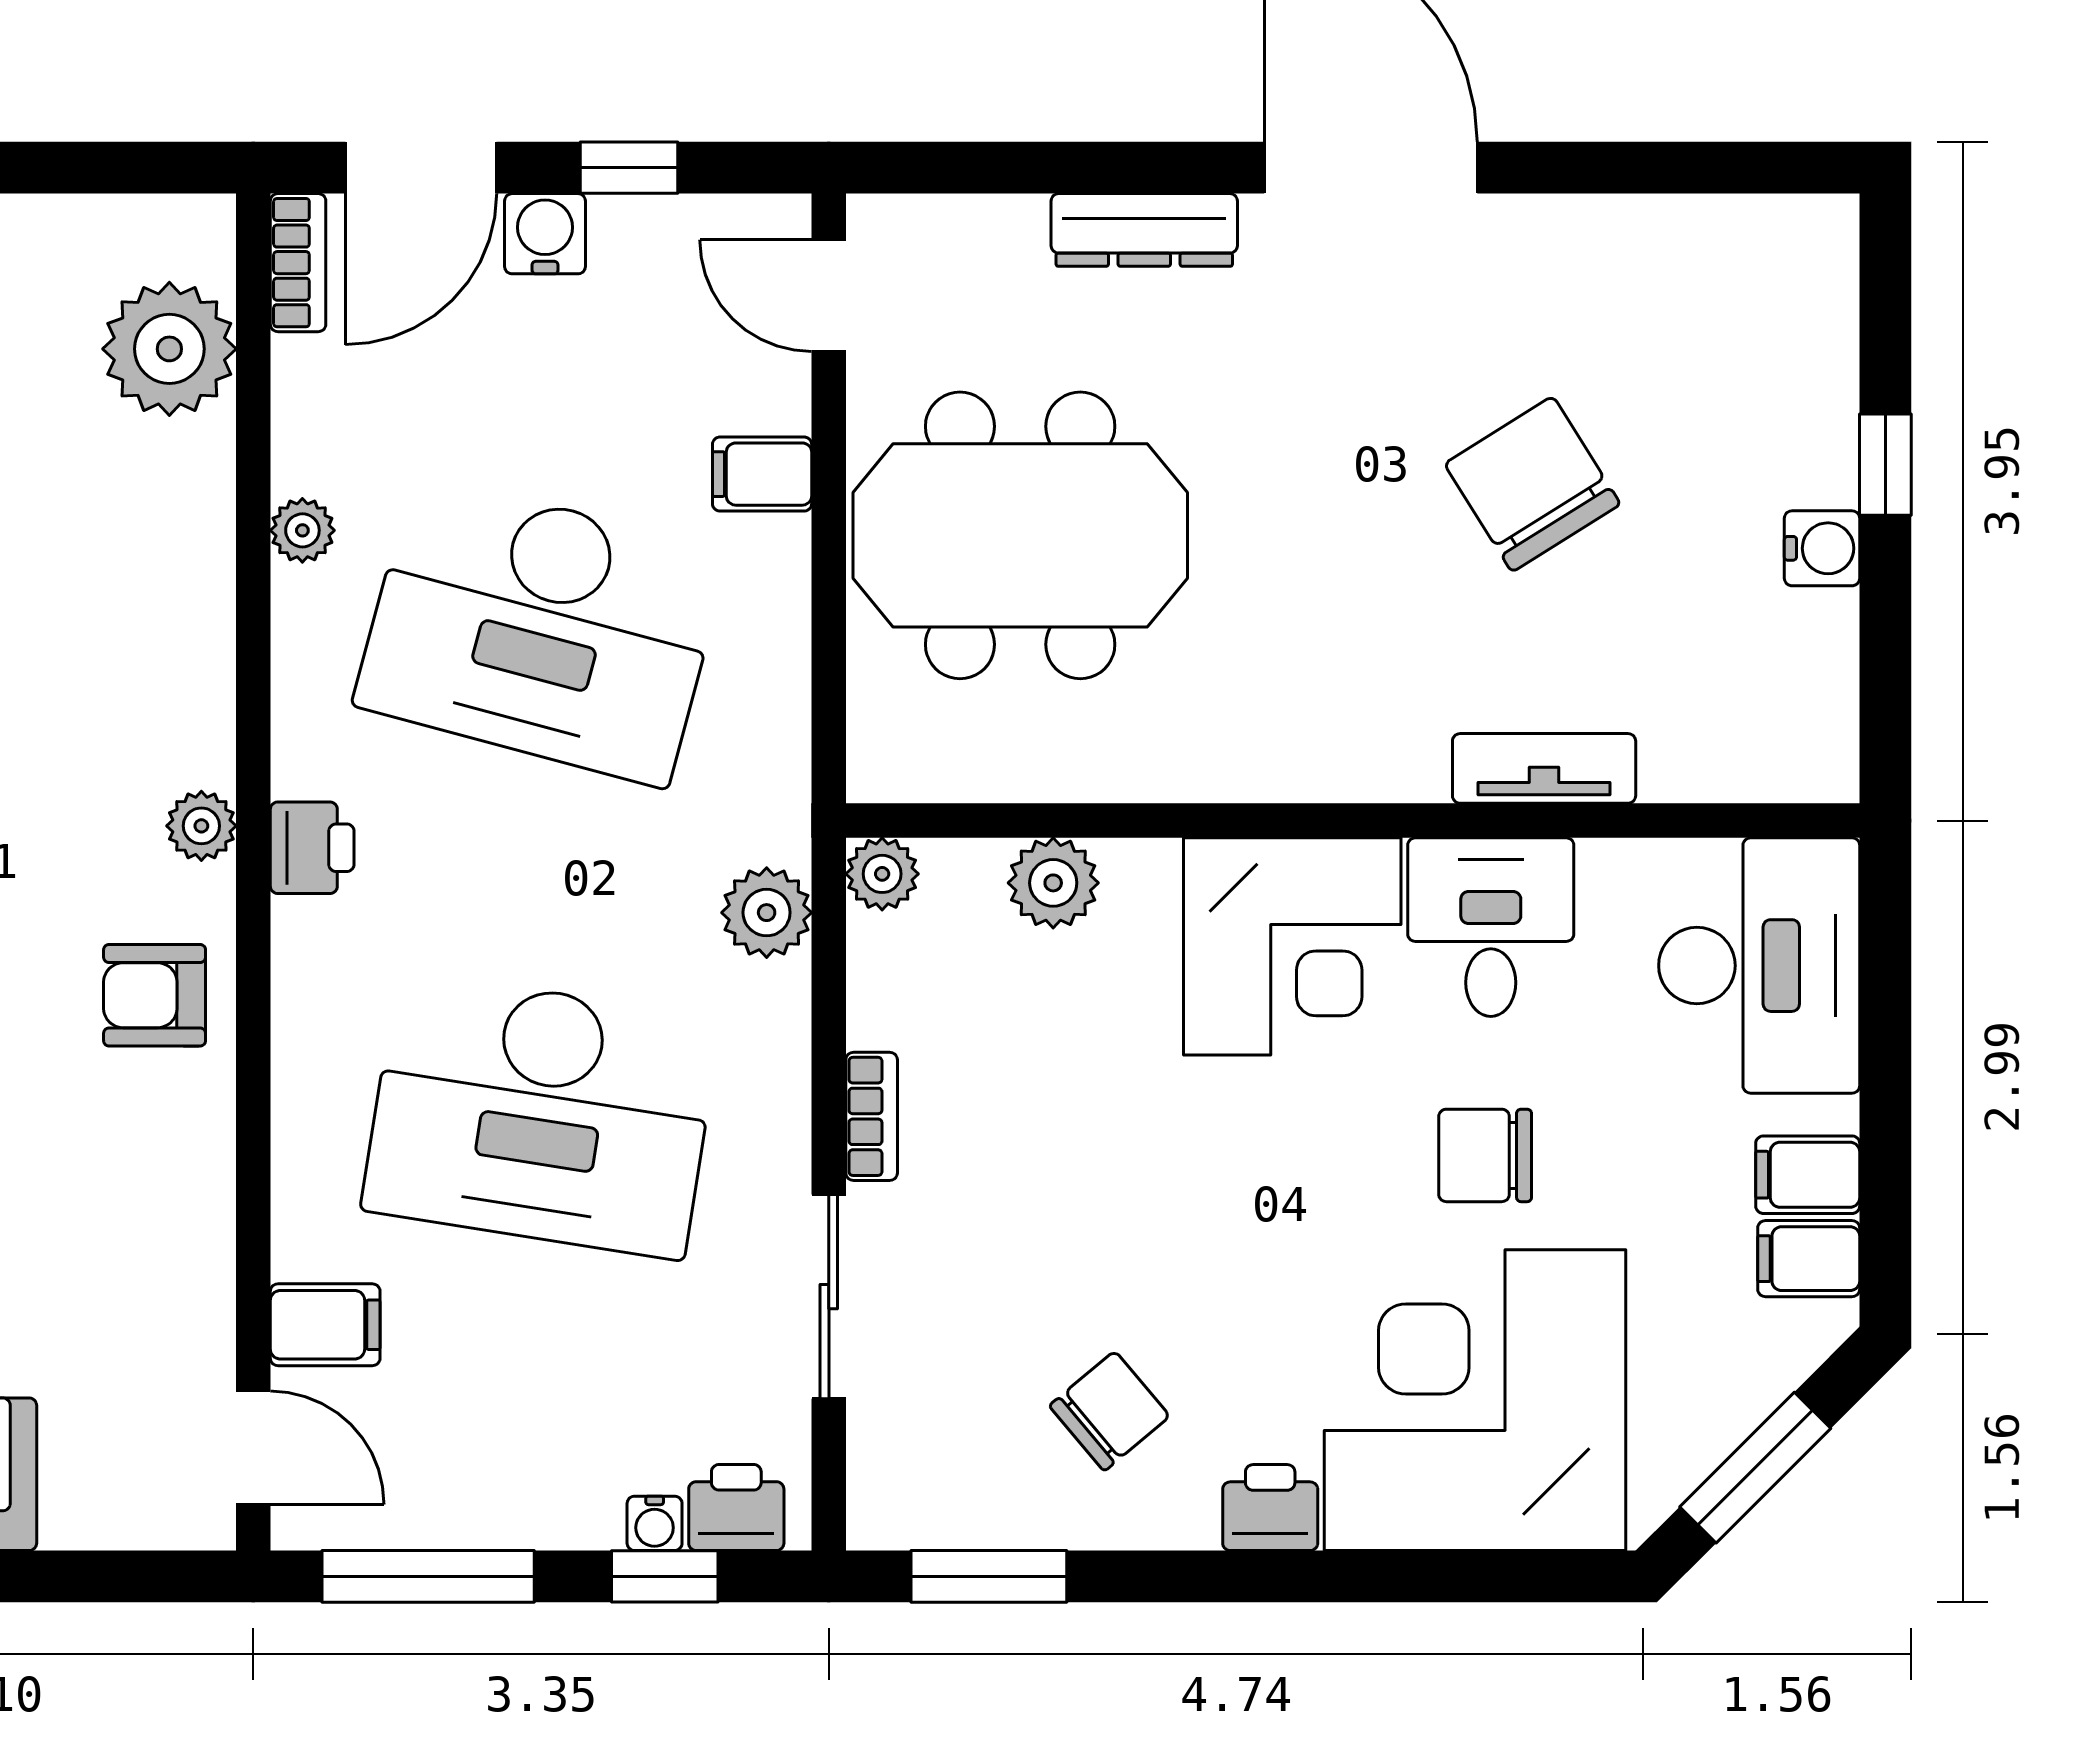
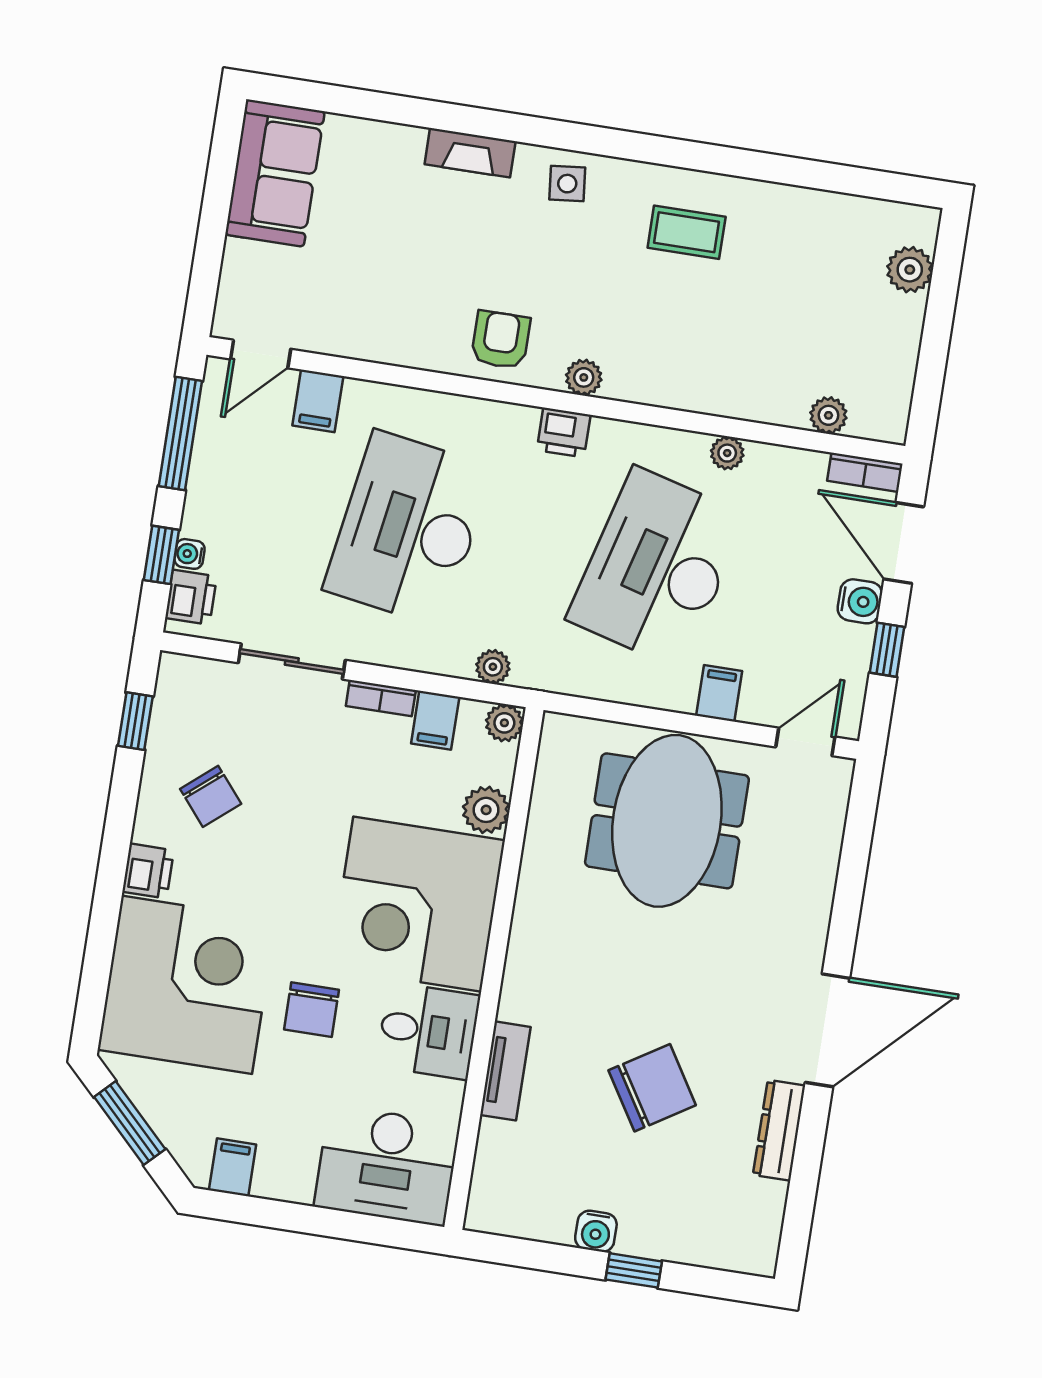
dresser: (1144, 230) -> (779, 1130), moved
plant: (169, 349) -> (828, 415), width x0.53, depth x0.53
plant: (767, 913) -> (493, 667), width x0.73, depth x0.73
corner desk: (1292, 946) -> (417, 904), width x1.36, depth x1.36
chair: (1485, 1155) -> (312, 1010), turned 180
filing cabinet: (1808, 1175) -> (435, 720), moved, turned 180
window: (989, 1576) -> (135, 721), width x0.67

